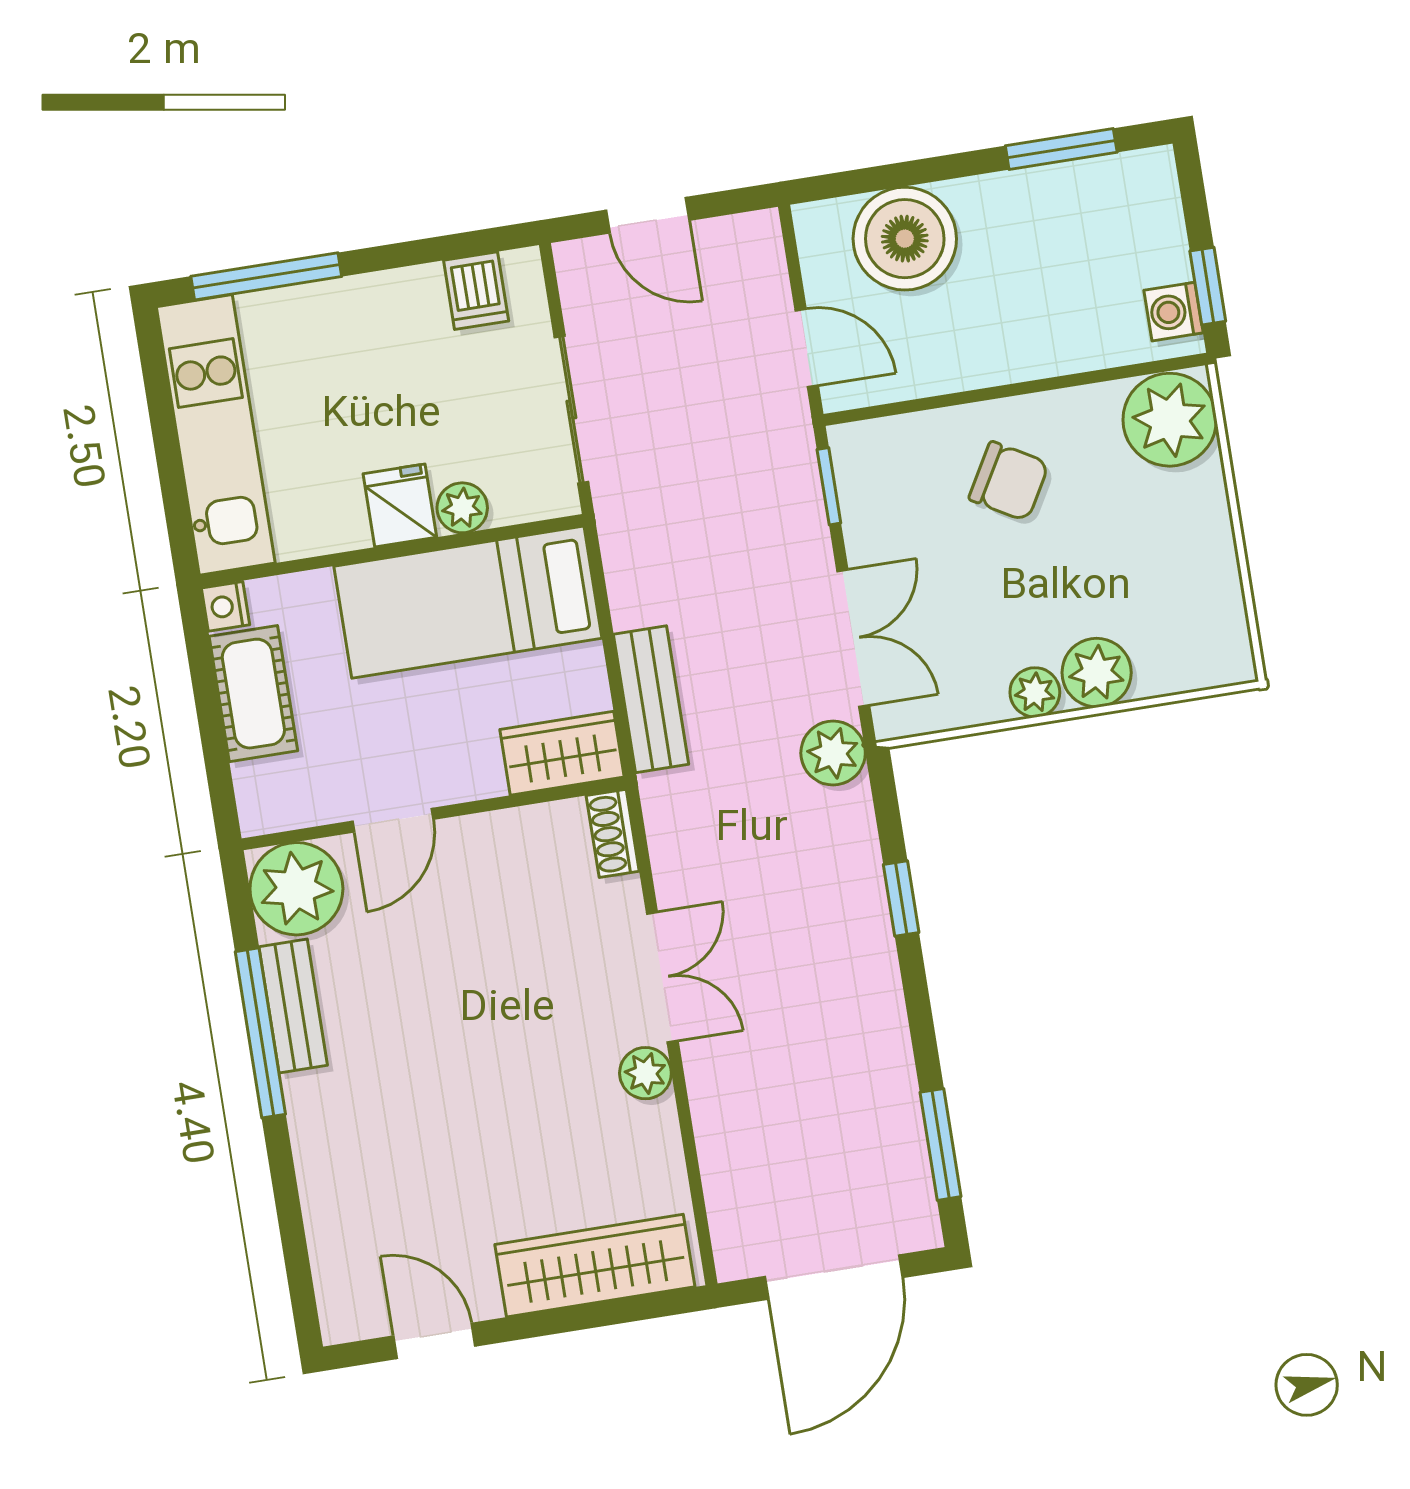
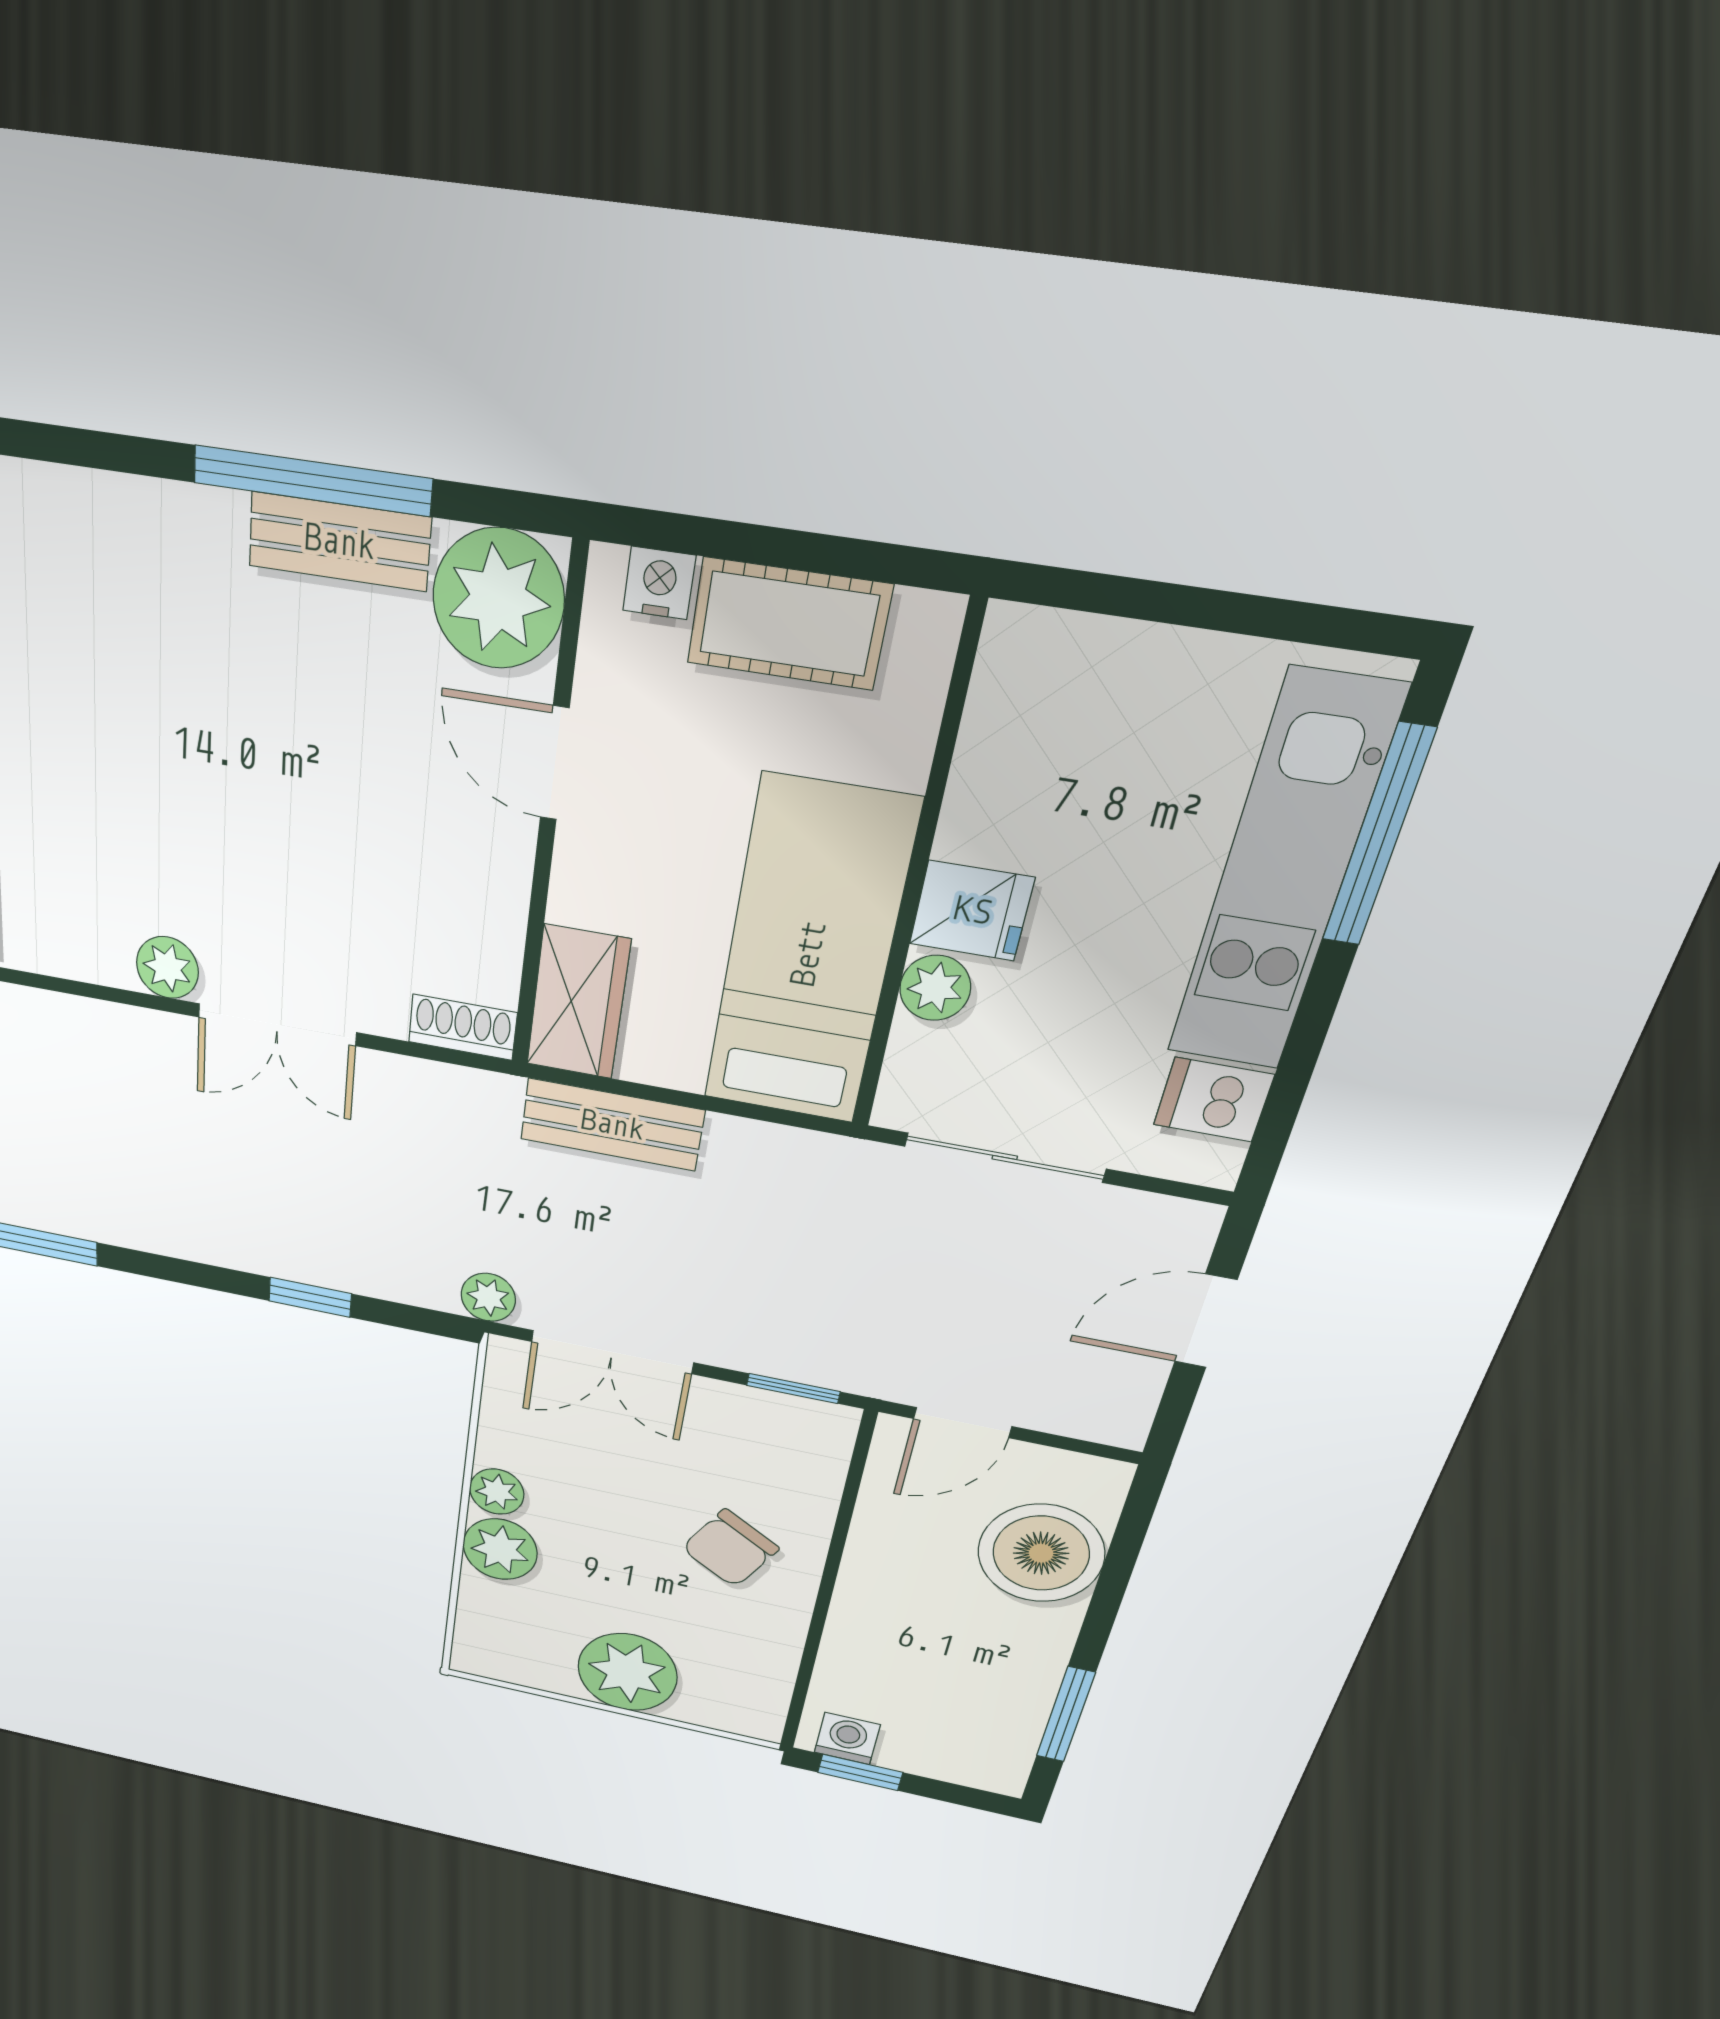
plant: (1170, 420) -> (627, 1672), moved
kitchen unit: (216, 435) -> (1283, 877), moved, turned 90
nightstand: (225, 606) -> (659, 583), moved
plant: (833, 753) -> (488, 1297), width x0.73, depth x0.73

